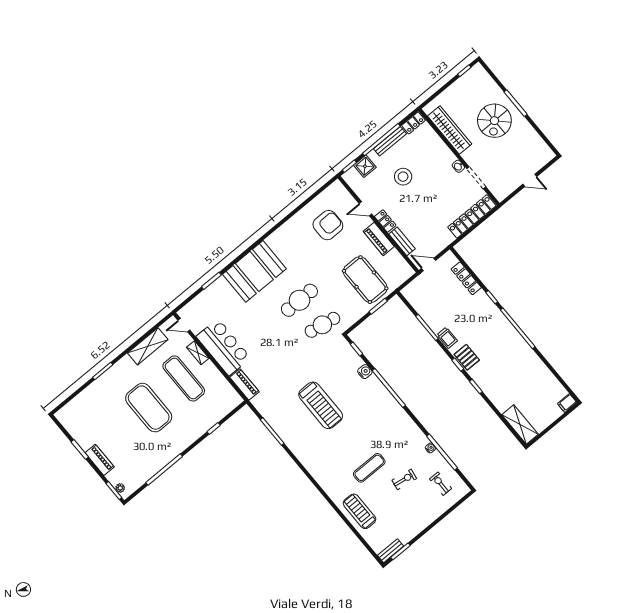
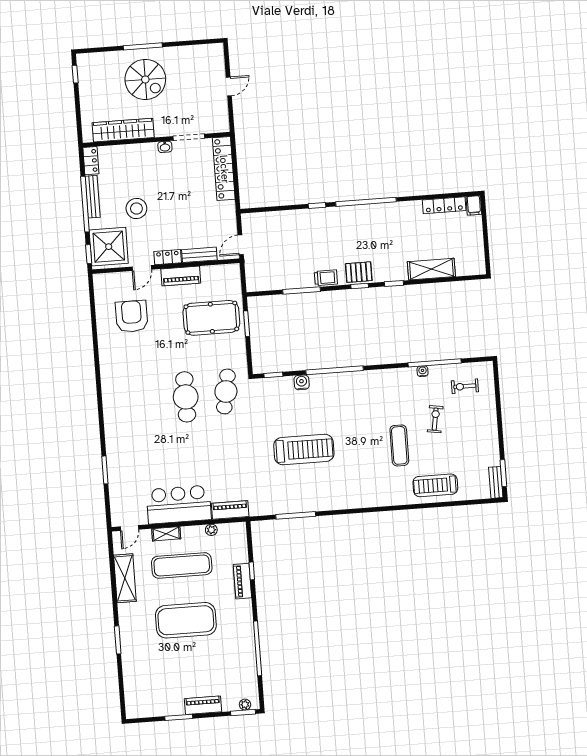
shower: (365, 166) -> (109, 247), width x1.86, depth x1.86
booth: (254, 271) -> (126, 421), removed
locker: (466, 278) -> (444, 205), moved
plant: (222, 381) -> (211, 530), added
shelving: (520, 425) -> (431, 269), moved
piano: (202, 427) -> (242, 581), added

